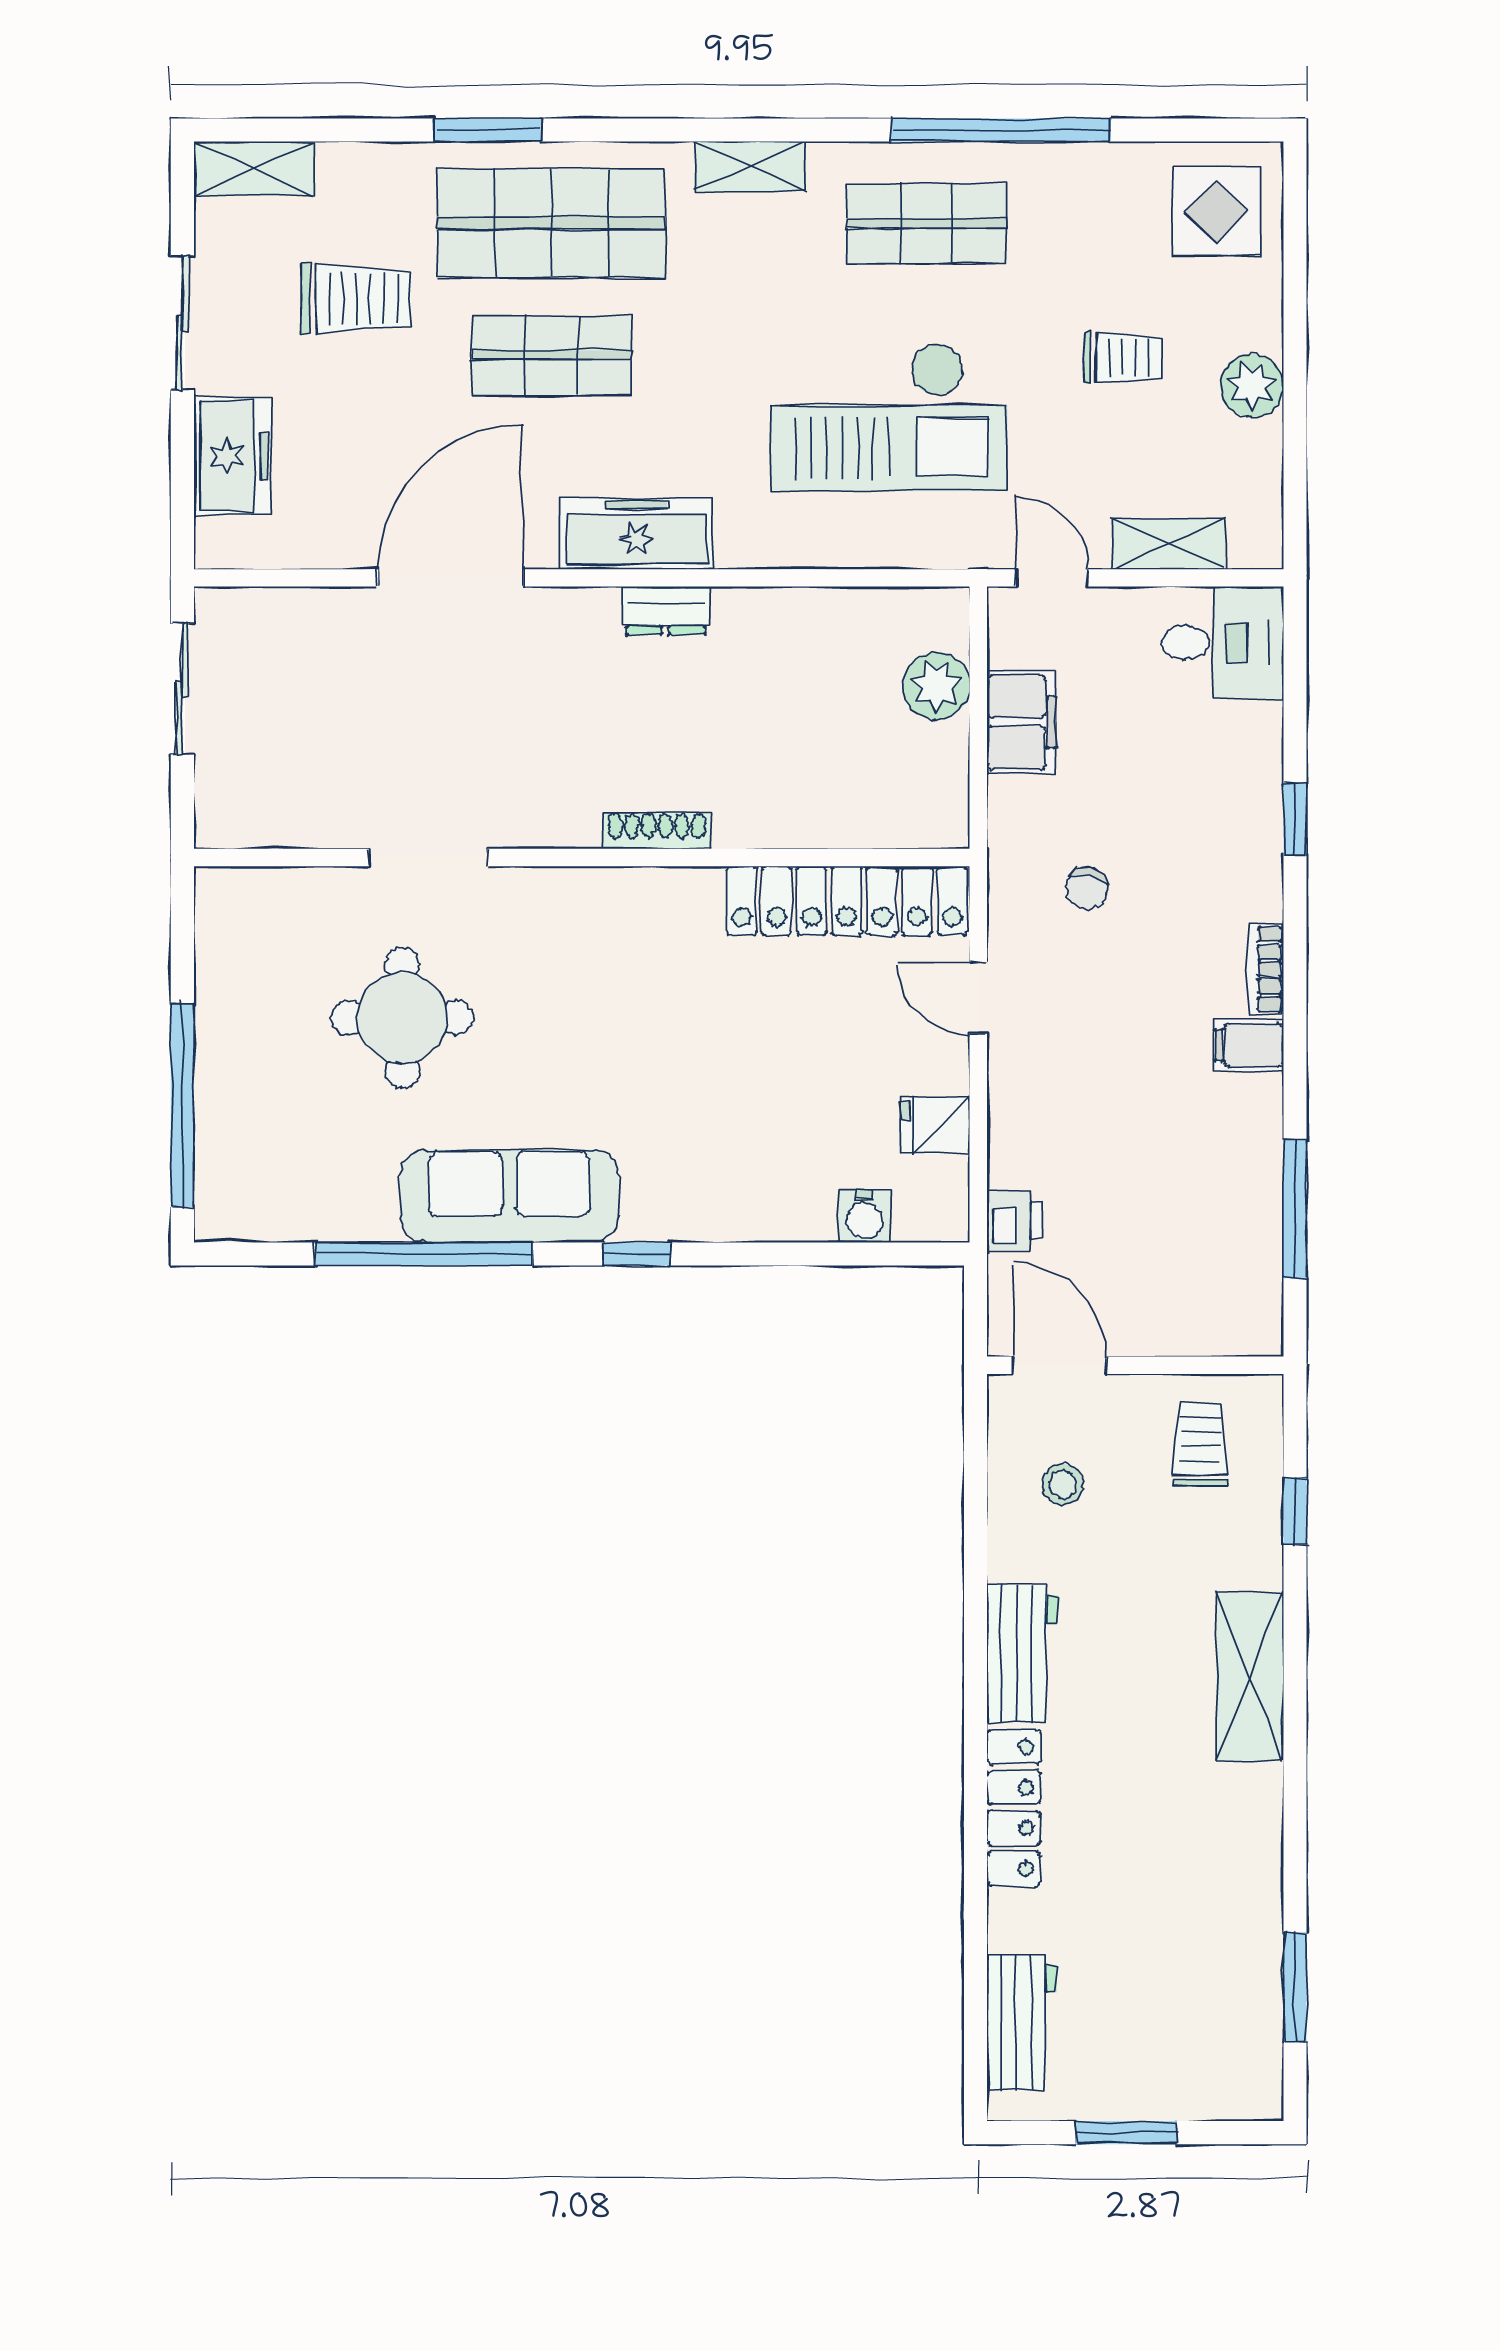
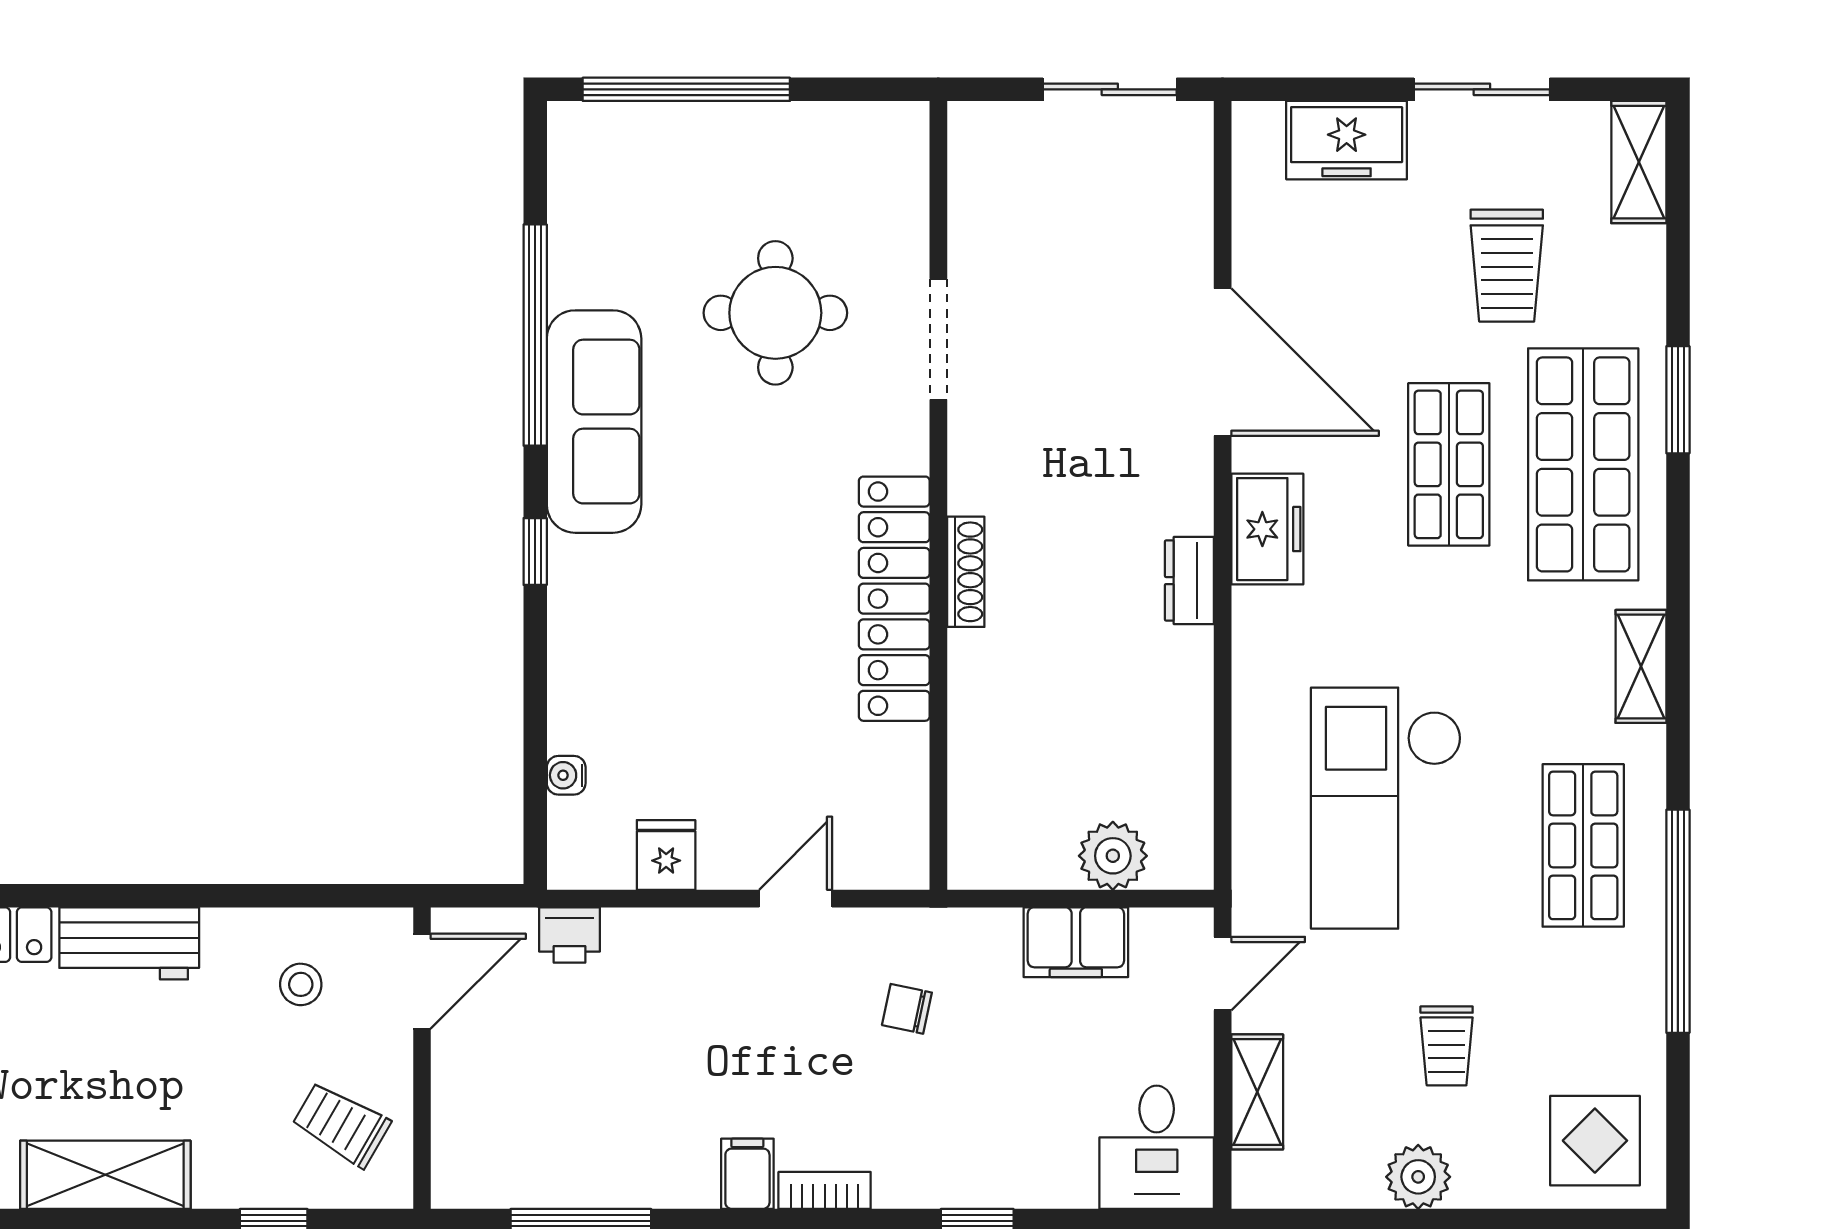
freezer: (637, 534) -> (1267, 529), width x0.71
locker: (847, 901) -> (894, 599), moved
water cooler: (864, 1216) -> (566, 775), width x0.72, depth x0.72
trolley: (1200, 1445) -> (341, 1124), turned -150

